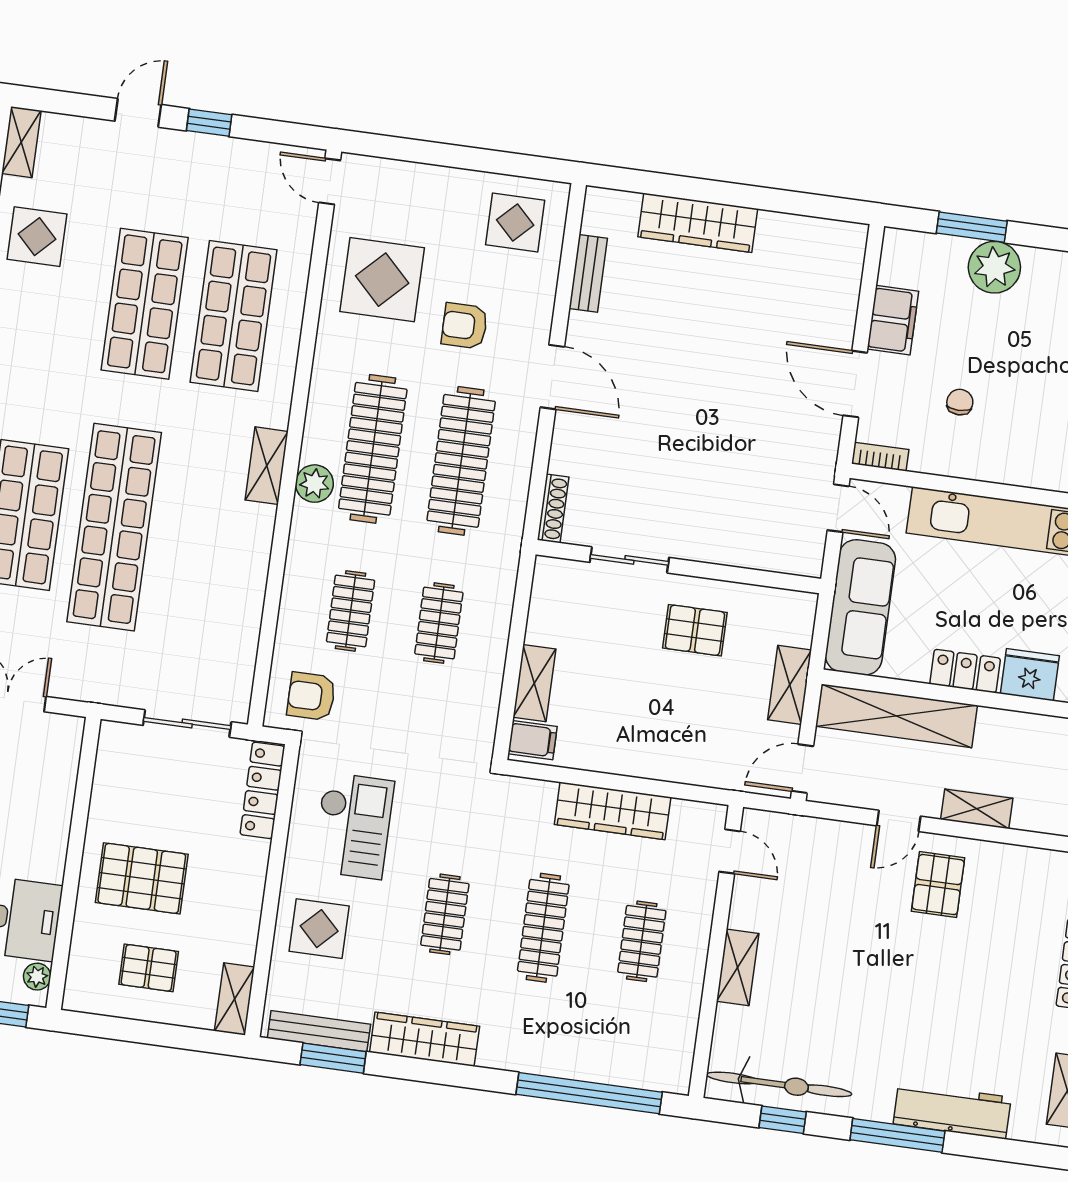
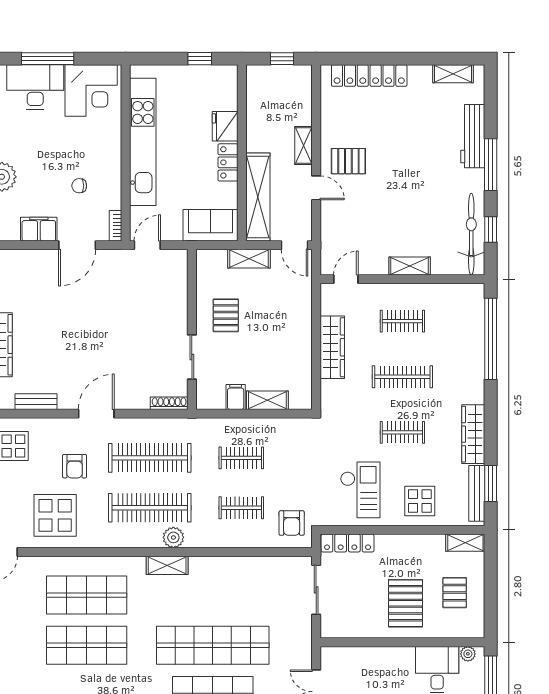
sofa: (860, 607) -> (210, 225), width x0.73
filing cabinet: (533, 740) -> (236, 397), moved
checkout: (353, 826) -> (360, 490), turned 90

